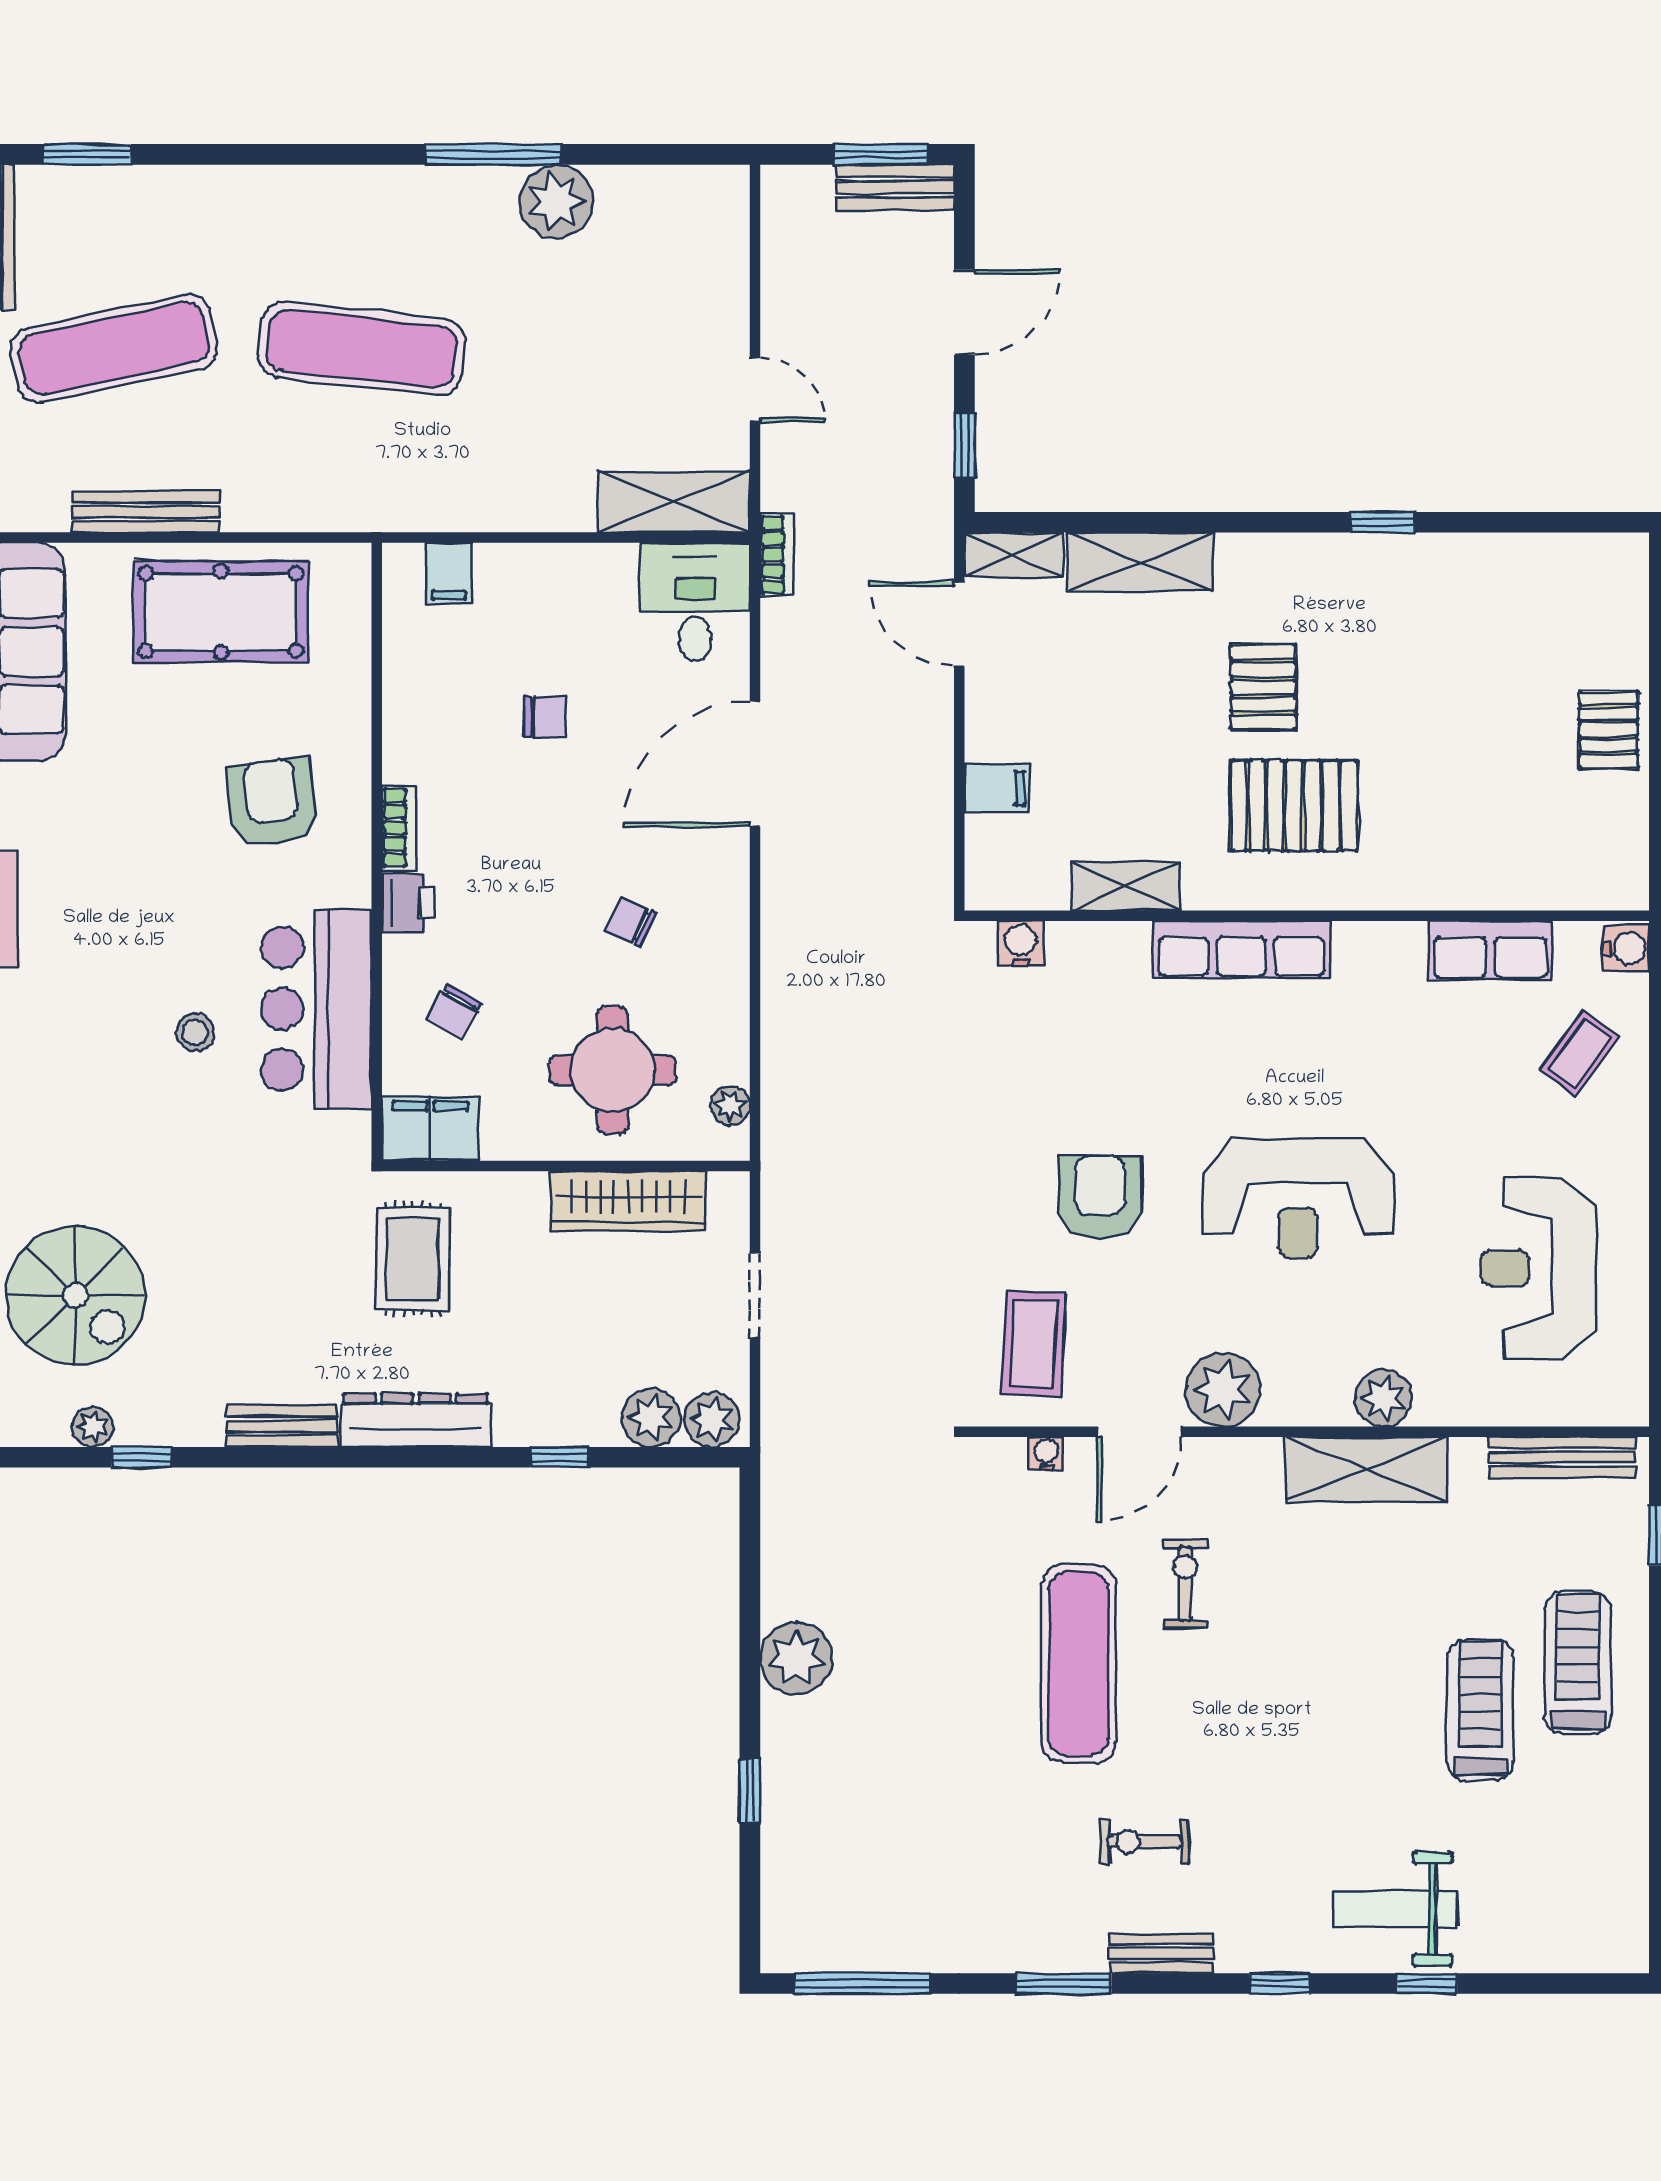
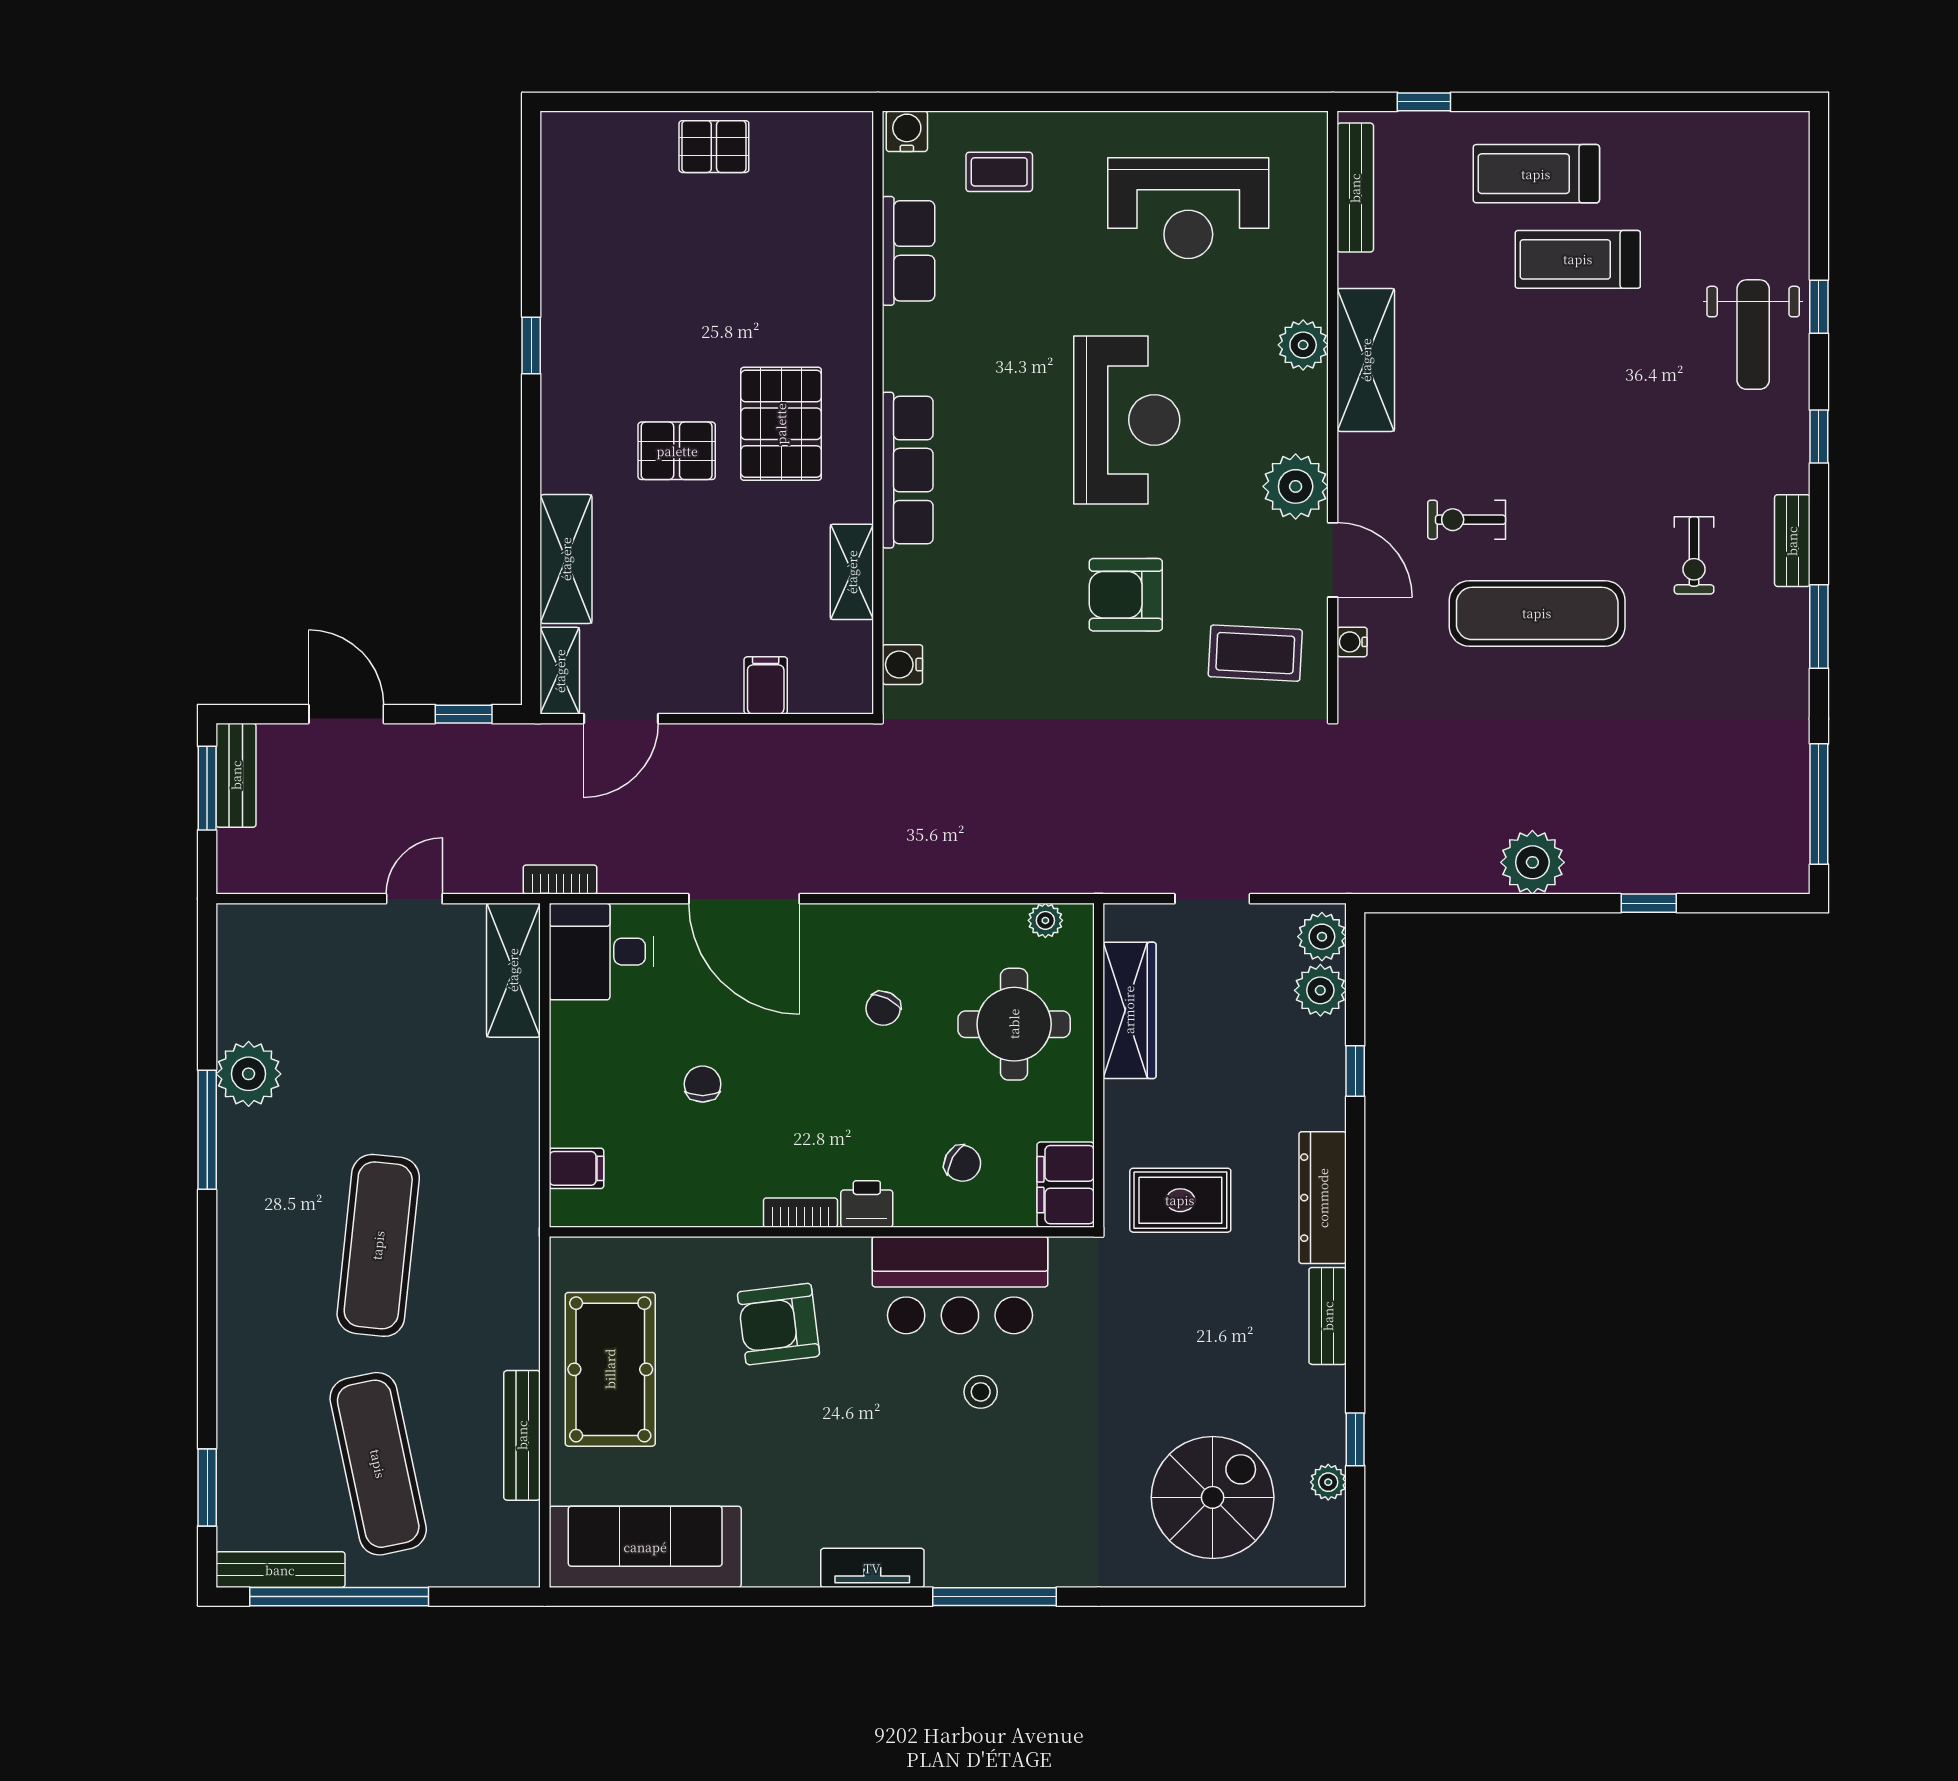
coffee table: (1580, 1053) -> (999, 172), turned -36

